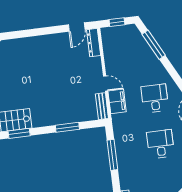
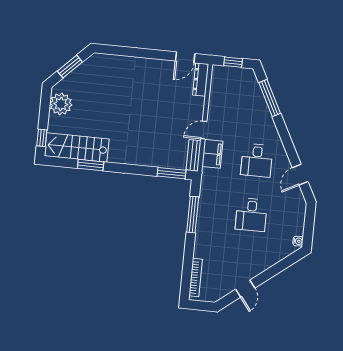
door: (106, 83) -> (204, 130), swing flipped
desk: (155, 98) -> (257, 160), turned 180
window: (67, 127) -> (171, 173), moved
desk: (160, 144) -> (251, 215), turned 180

